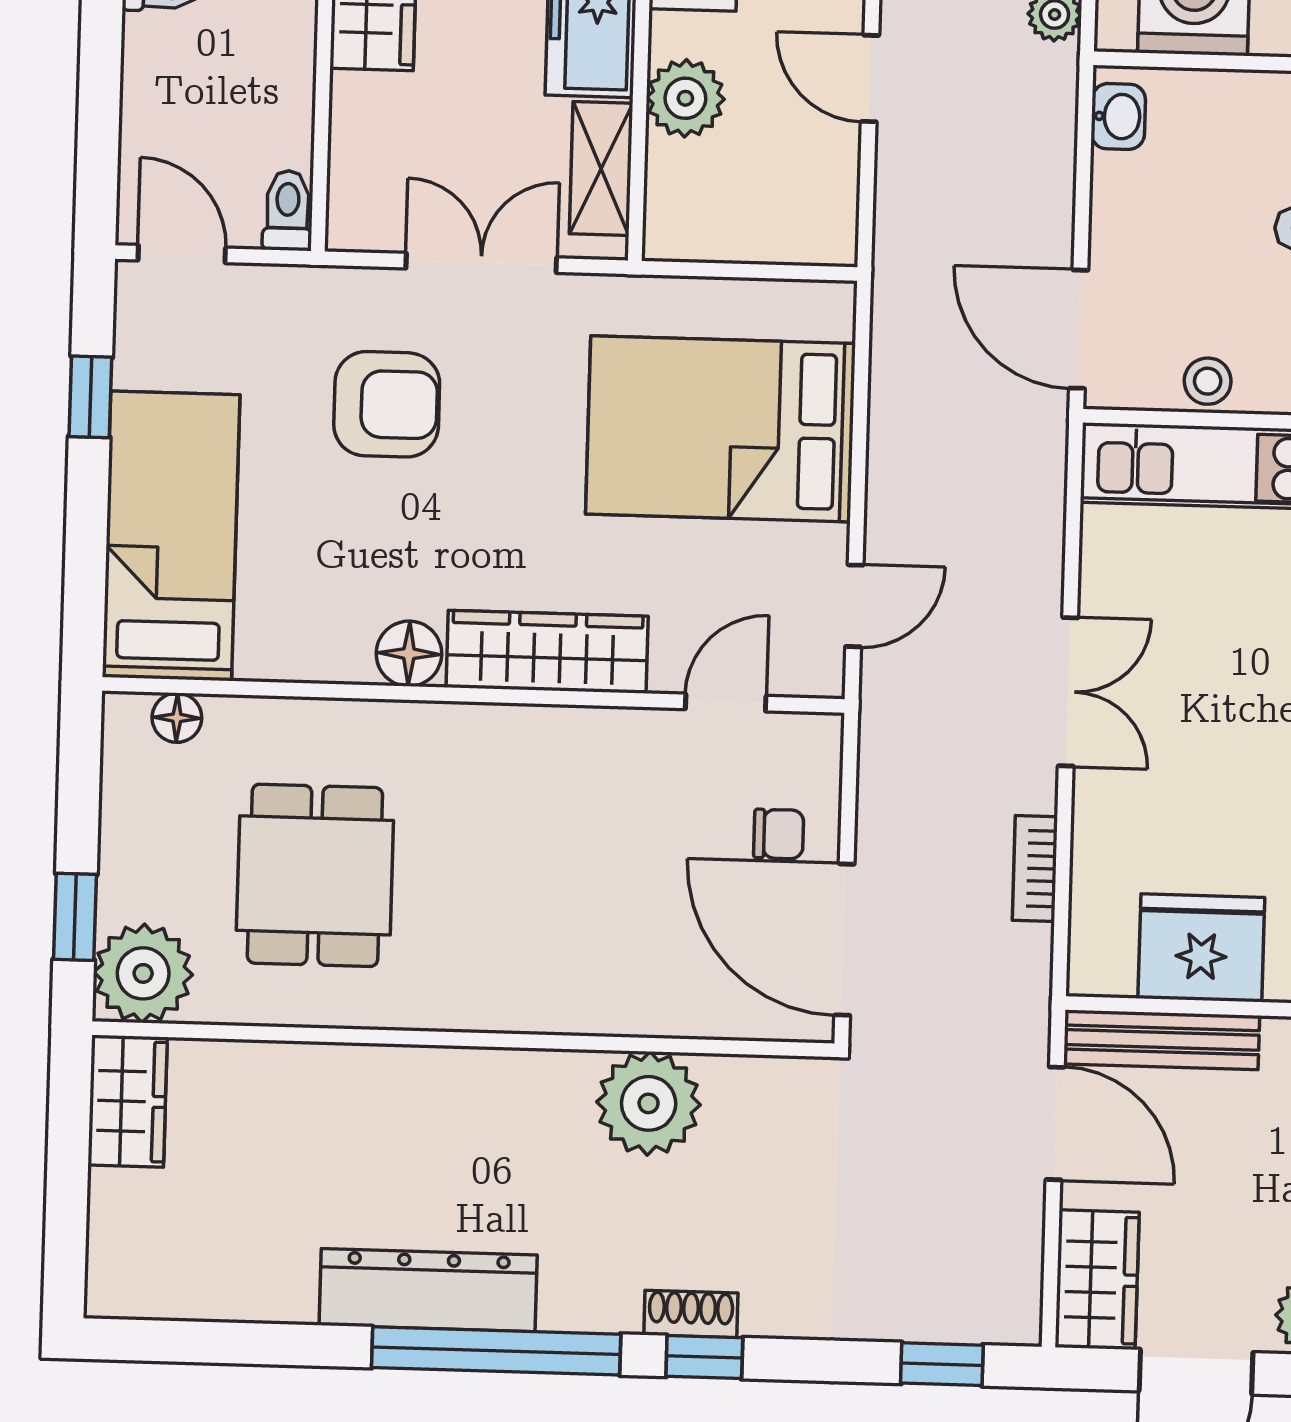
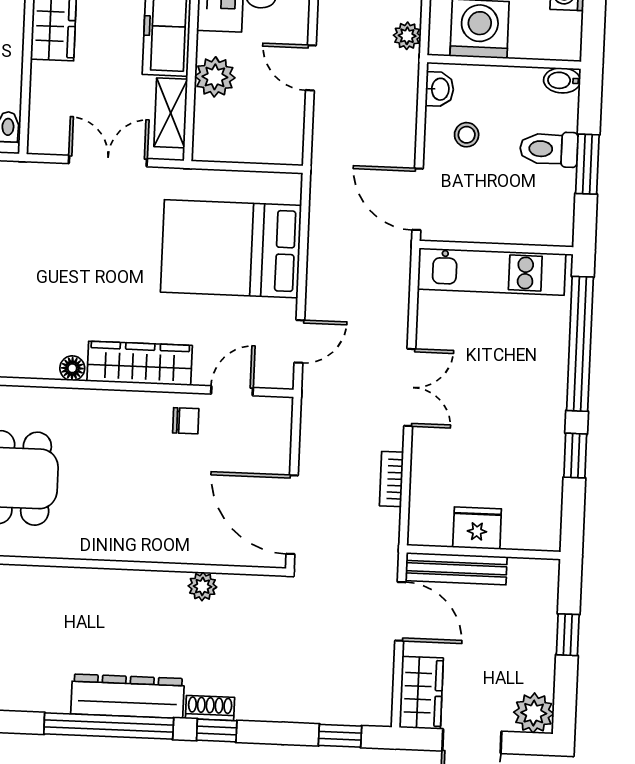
stool: (1208, 381) -> (467, 135), moved
armchair: (387, 404) -> (58, 234), removed
floor lamp: (409, 654) -> (72, 368), width x0.73, depth x0.73
chair: (779, 834) -> (186, 421), moved
fridge: (1201, 948) -> (477, 528), width x0.73, depth x0.75
plant: (649, 1103) -> (202, 586), width x0.53, depth x0.53
dresser: (428, 1290) -> (128, 696), moved

